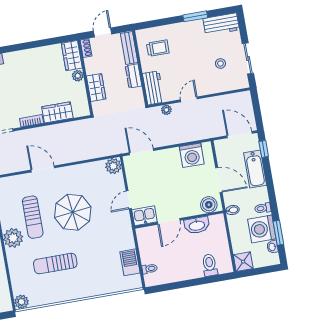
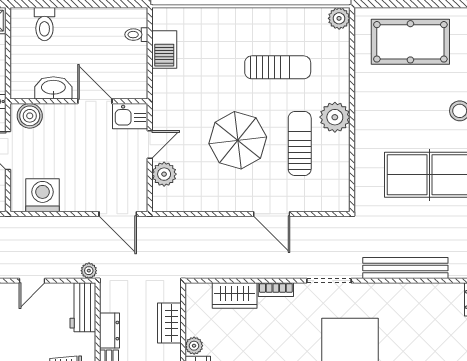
plant: (166, 110) -> (89, 271), moved
plant: (113, 166) -> (164, 174), moved
door: (169, 221) -> (95, 101), hinge flipped

